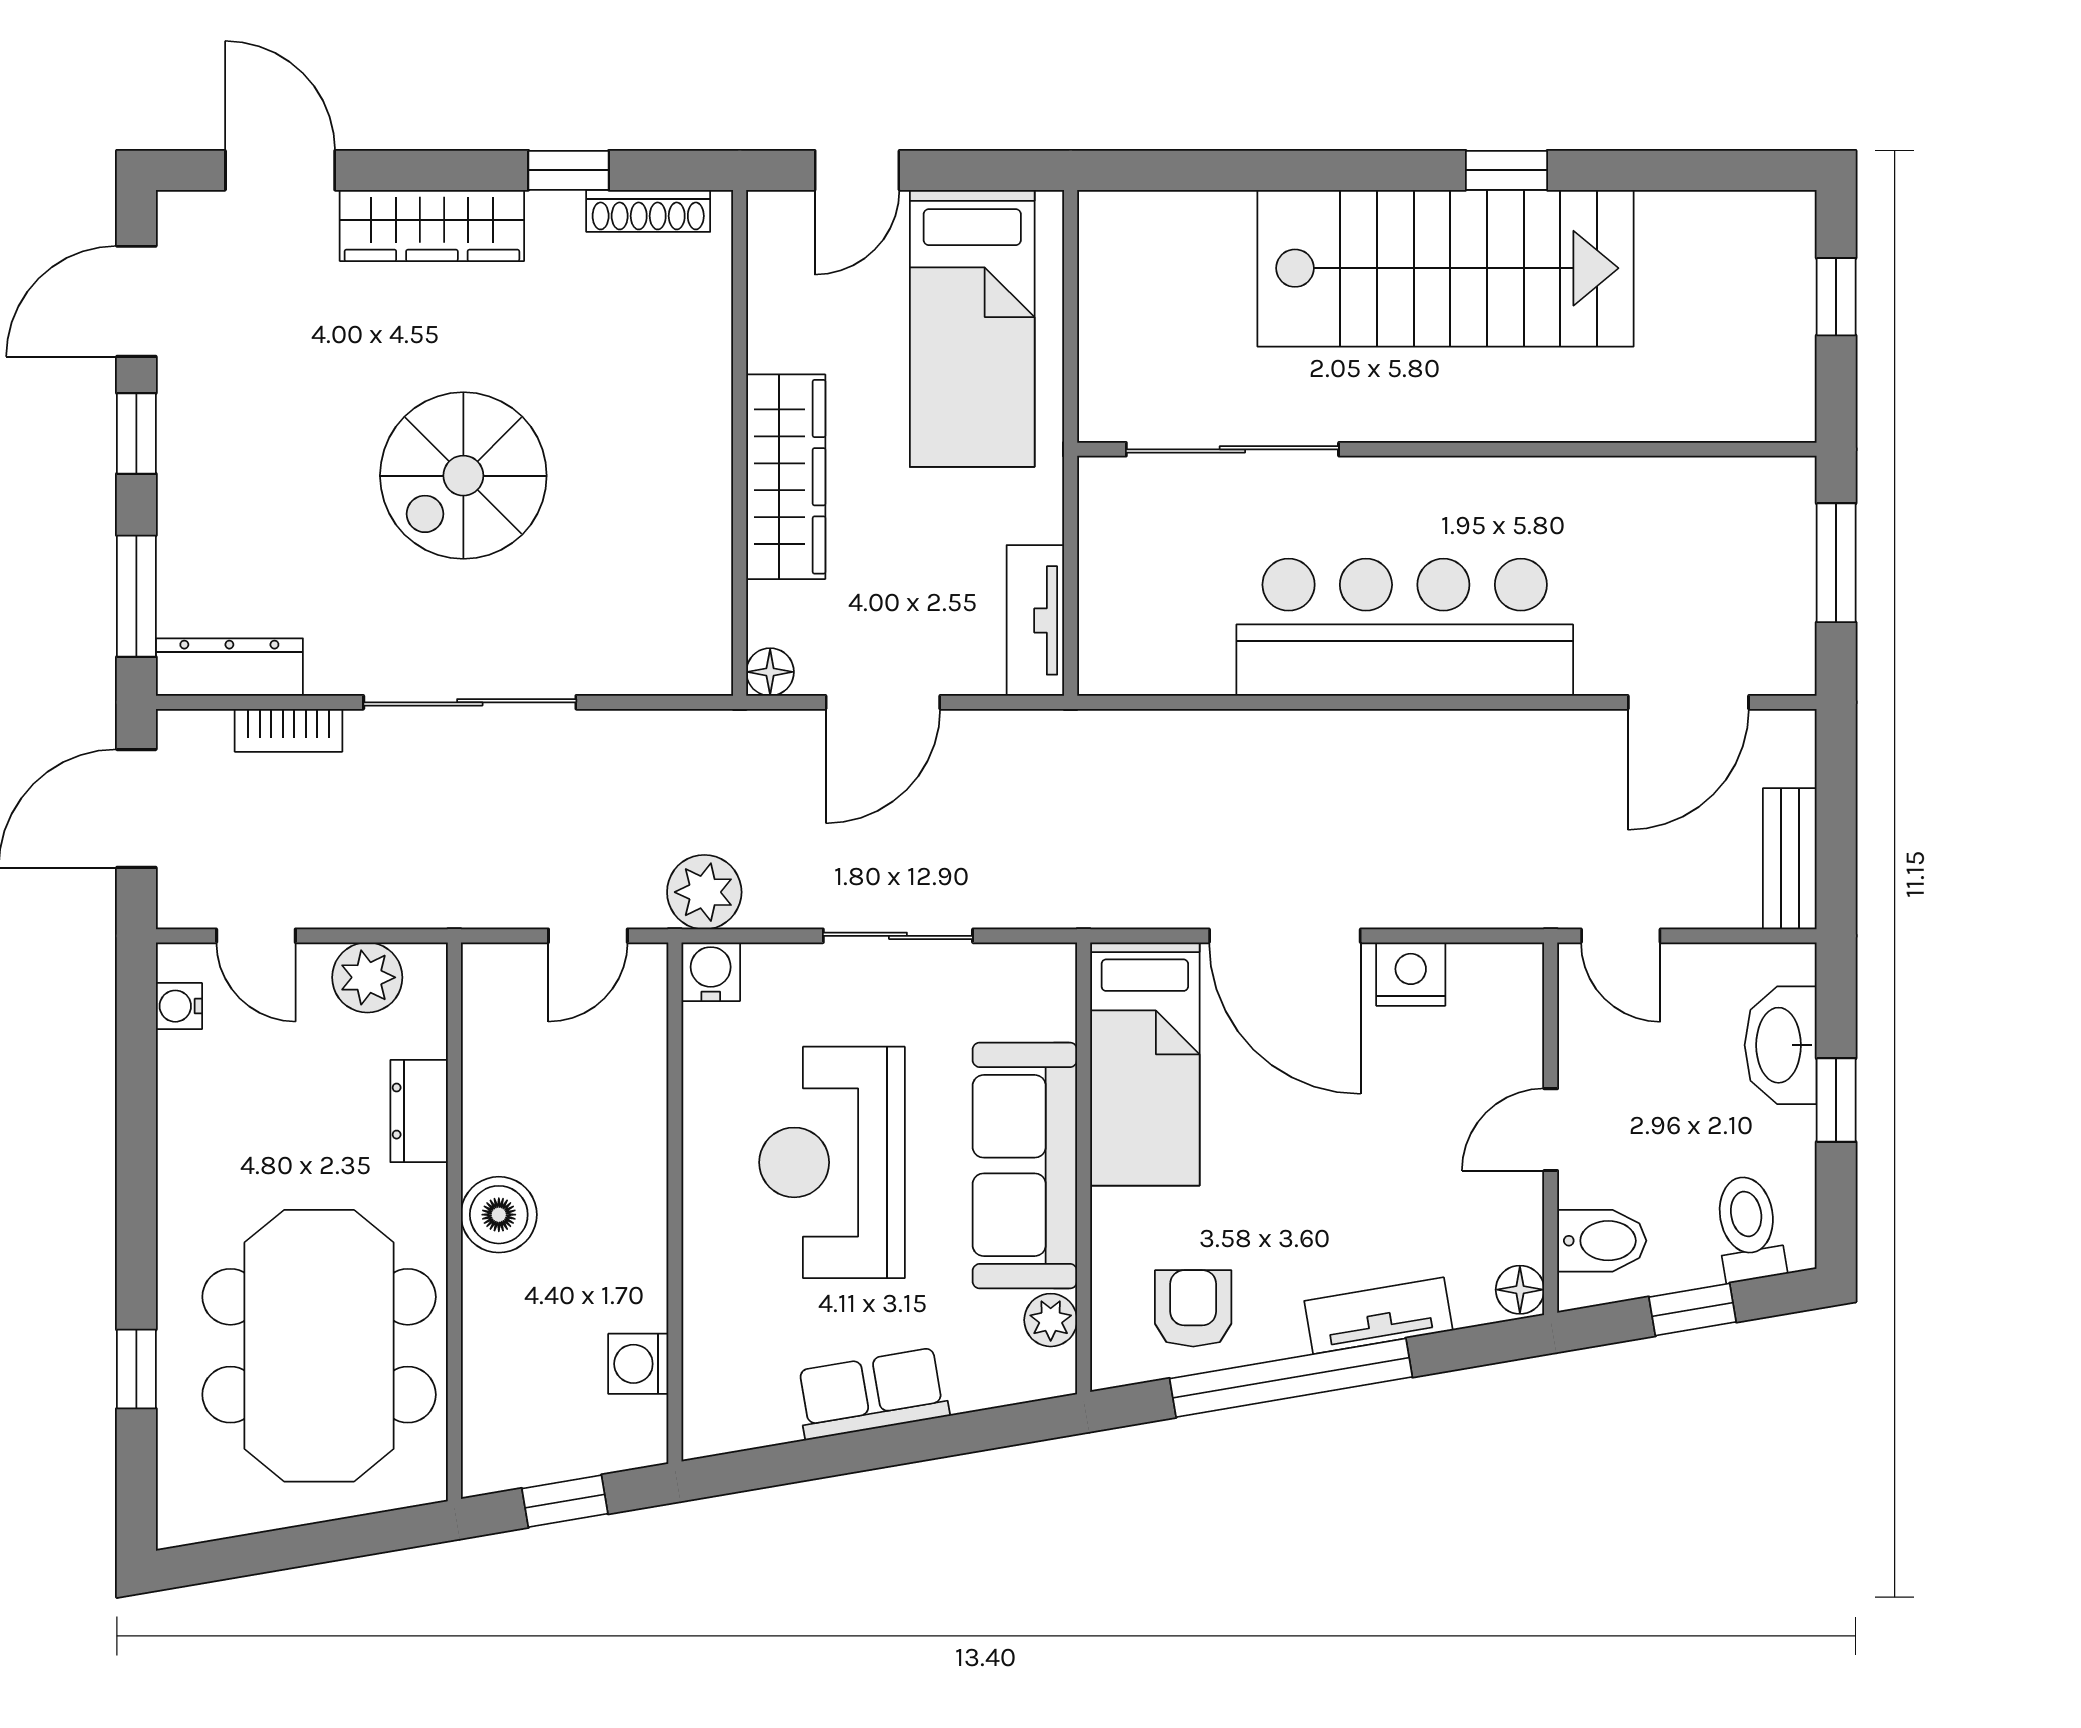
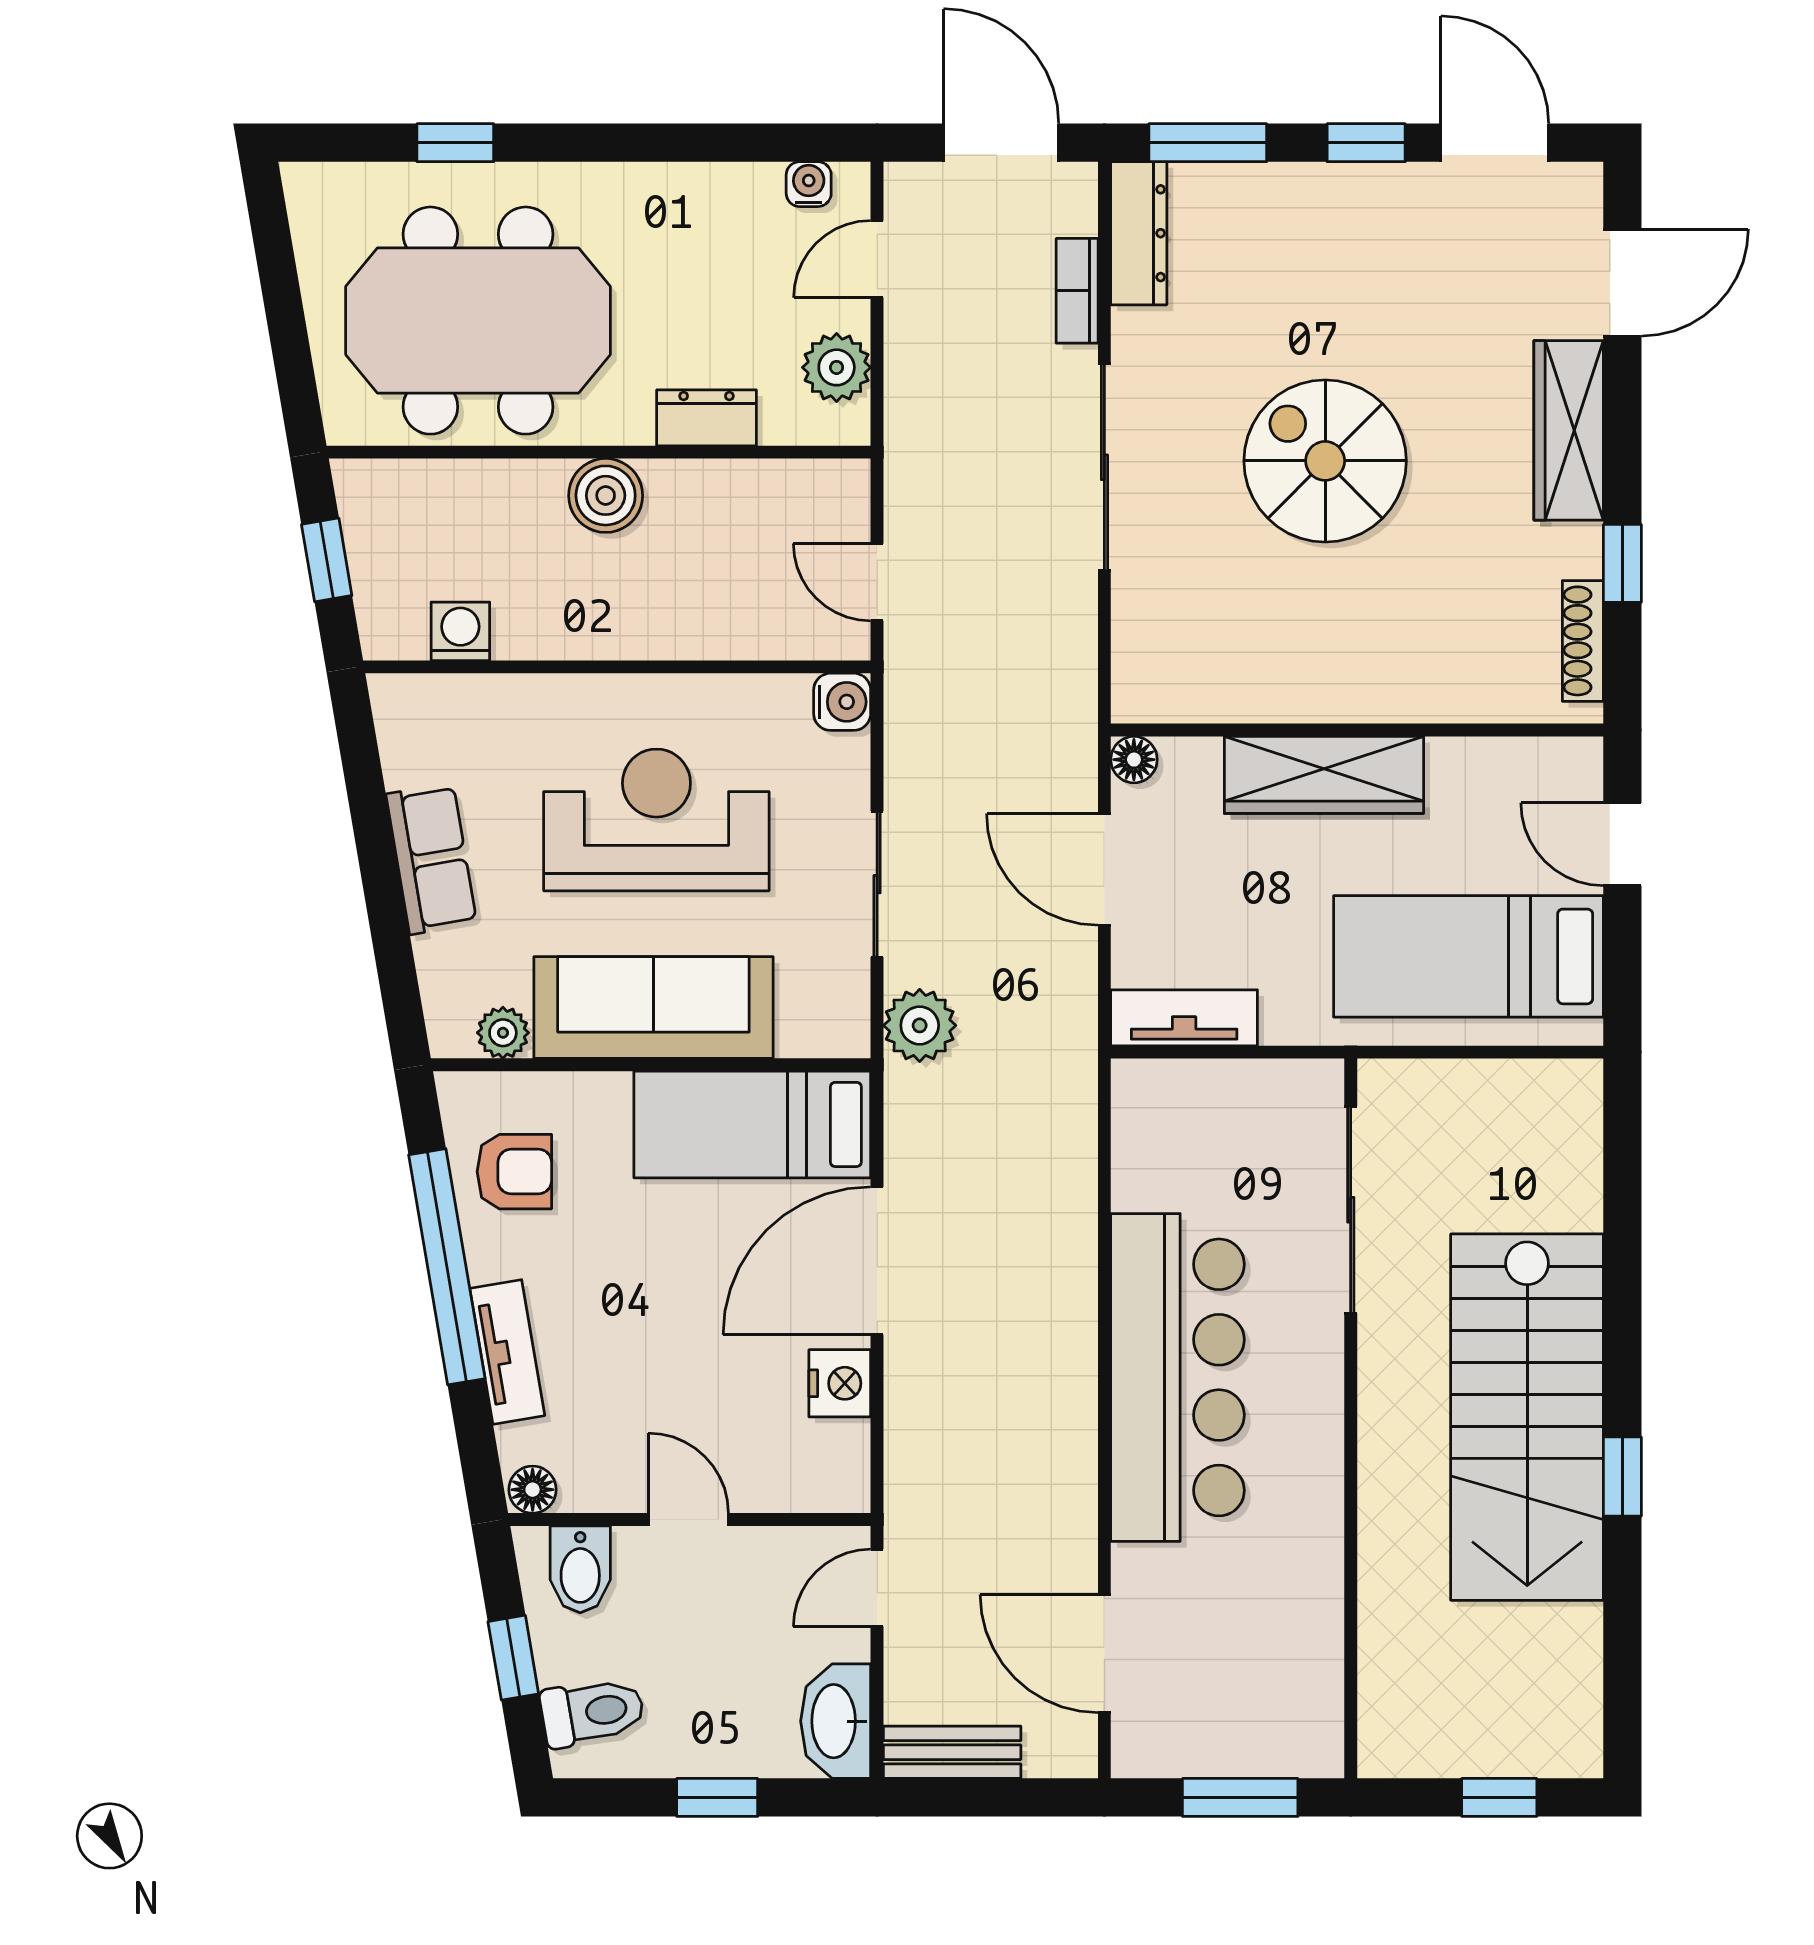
plant: (704, 892) -> (920, 1025), moved
washbasin: (1781, 1045) -> (836, 1721), moved, turned -90

